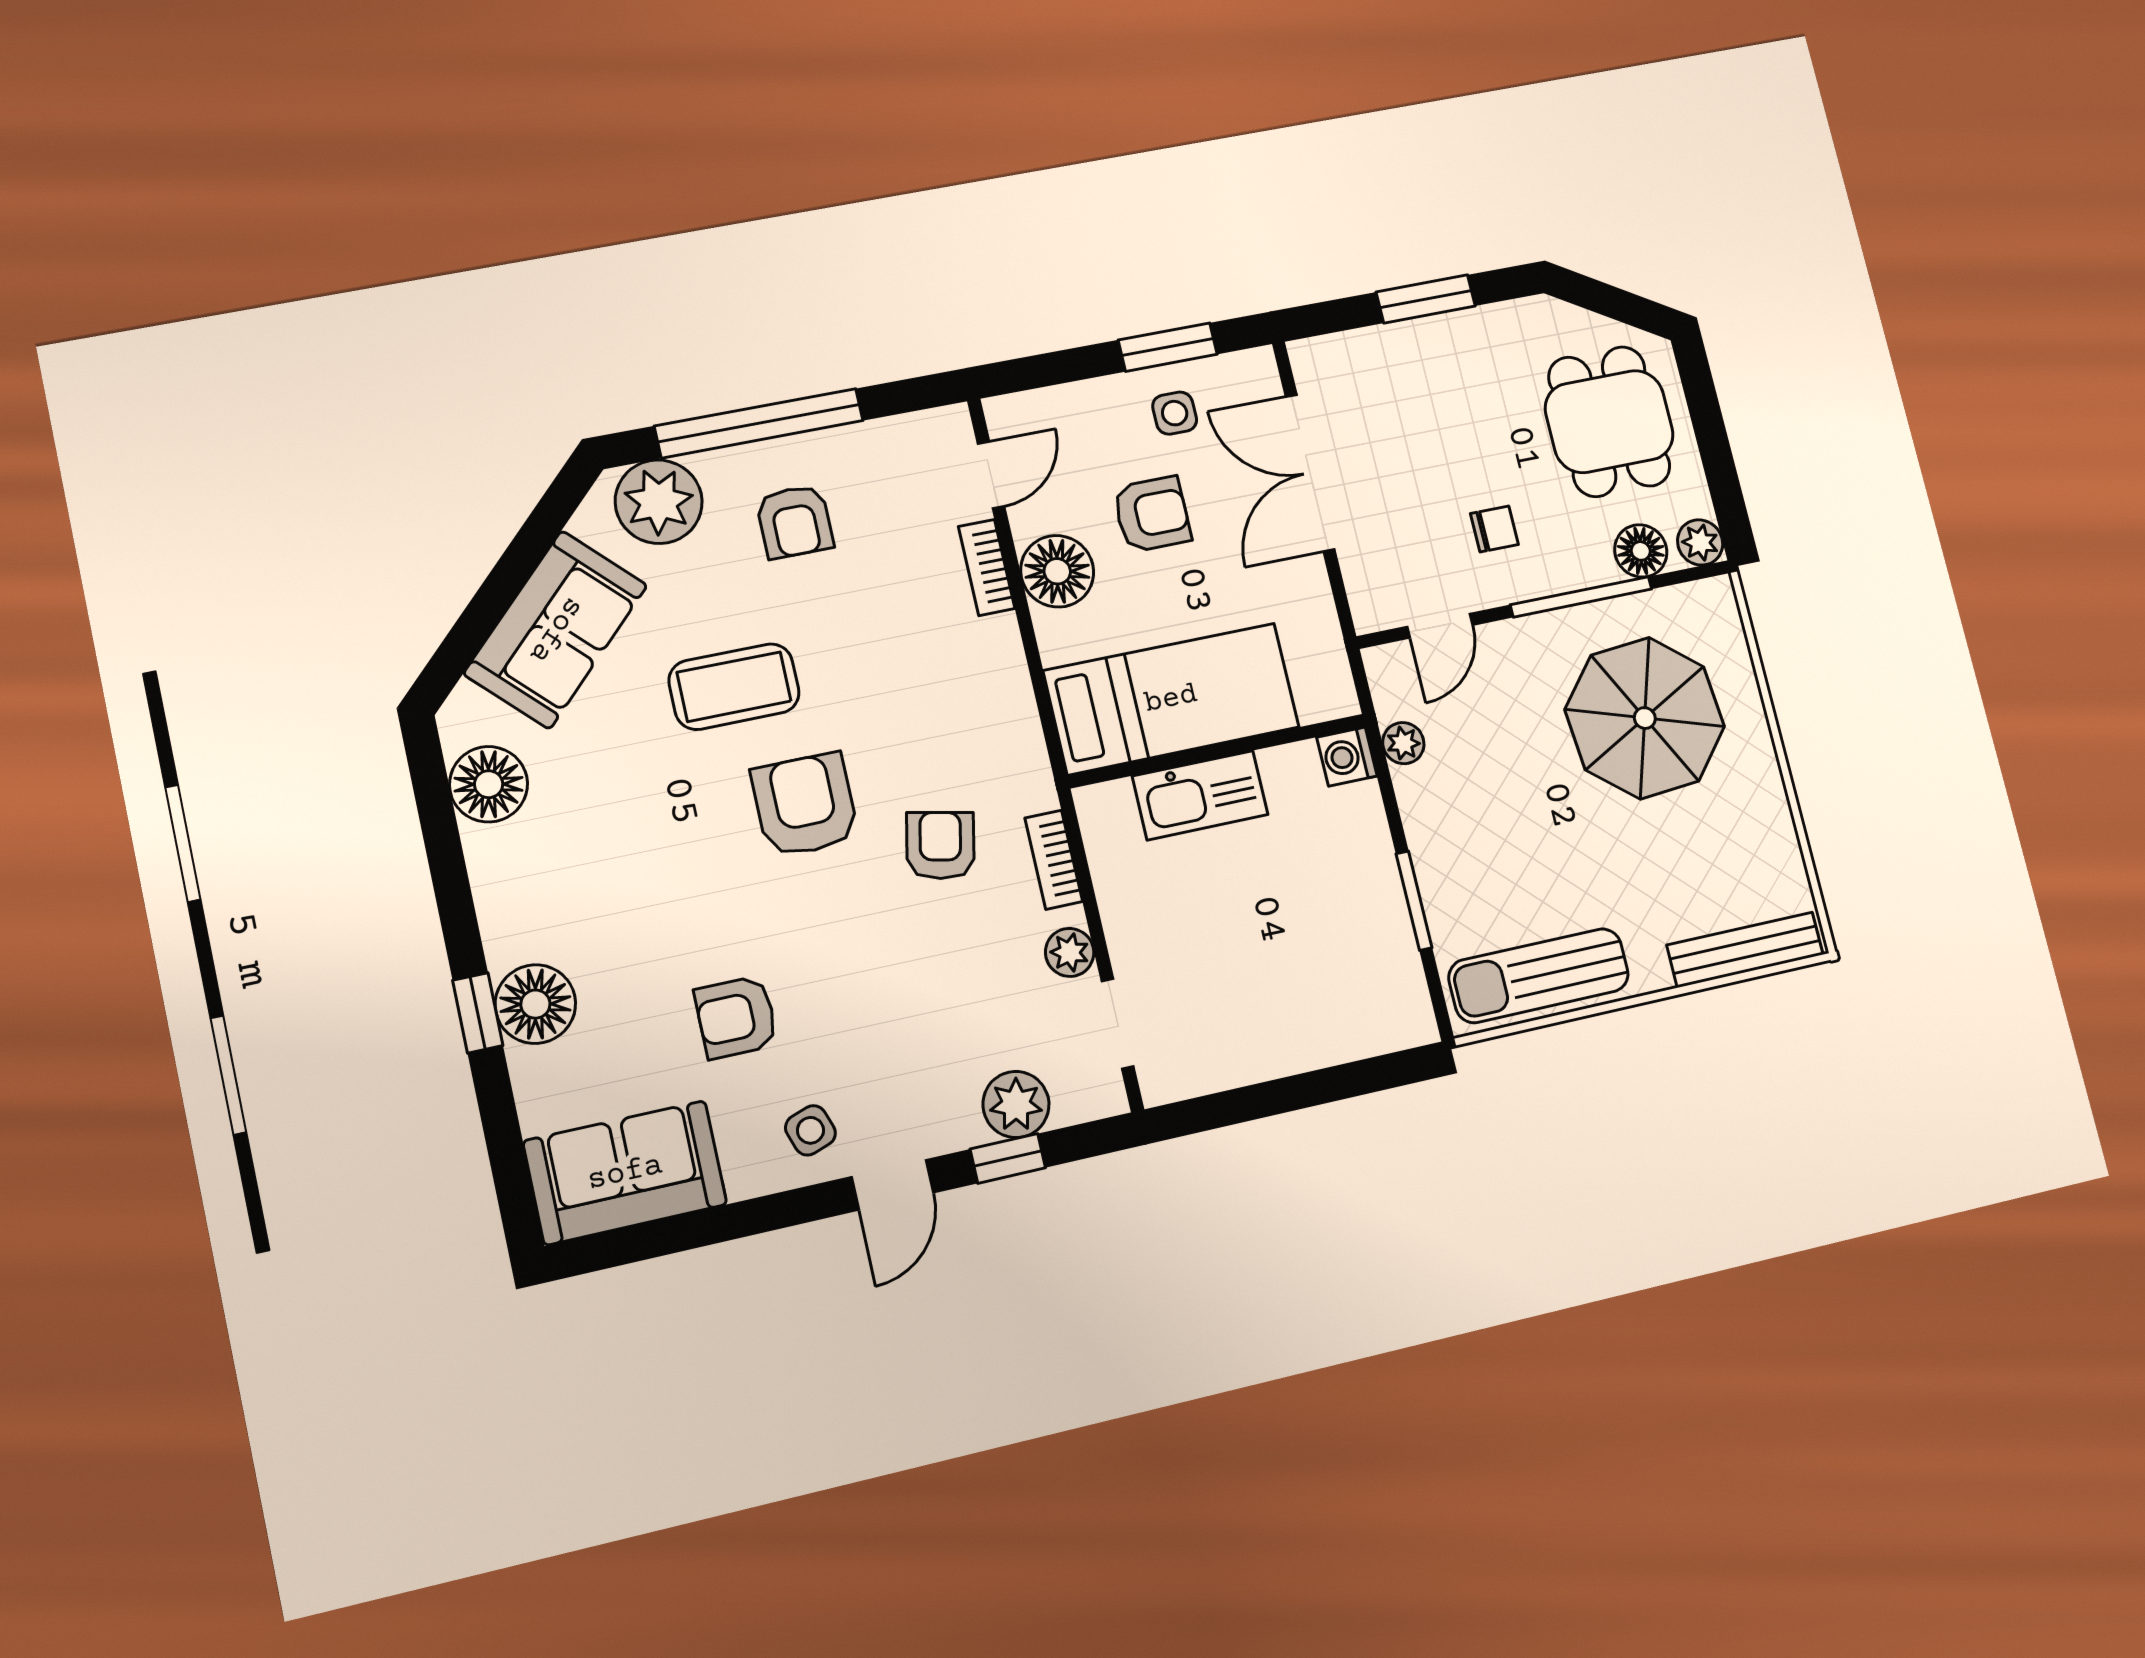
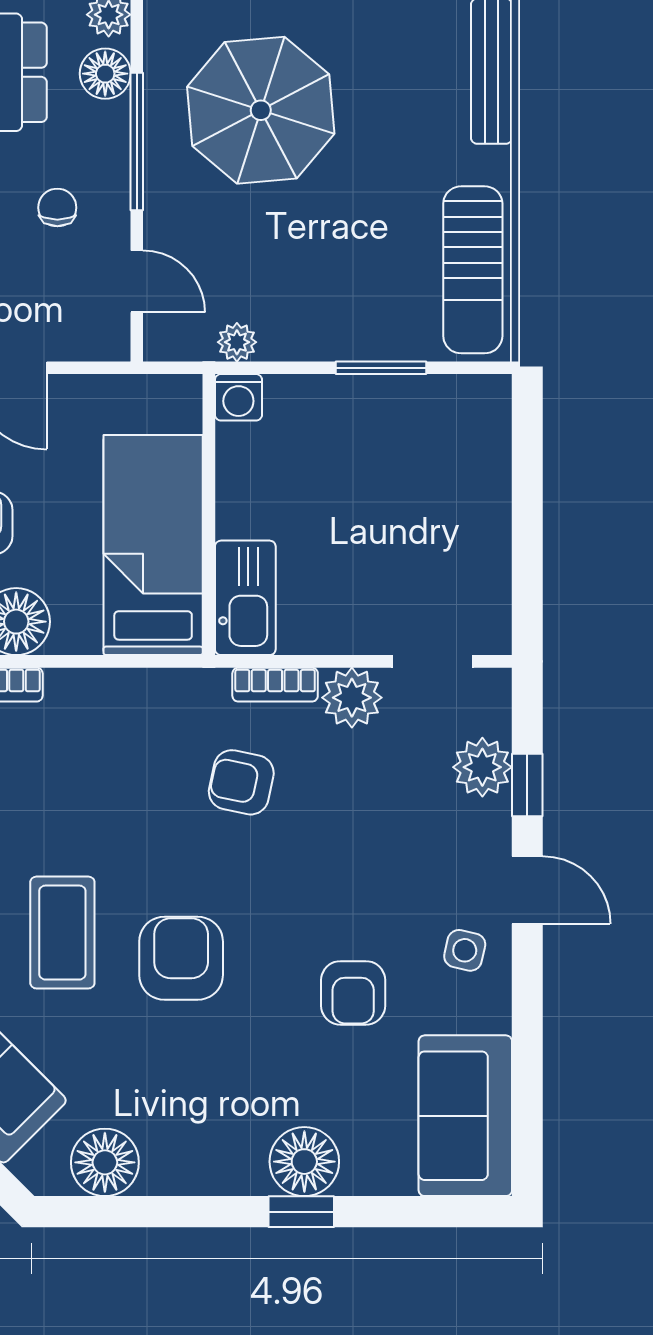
kitchen sink: (1200, 795) -> (245, 598), moved
armchair: (805, 805) -> (181, 958), moved, turned 90
plant: (1070, 952) -> (352, 698), width x1.38, depth x1.38
side table: (810, 1130) -> (465, 950), turned 32

